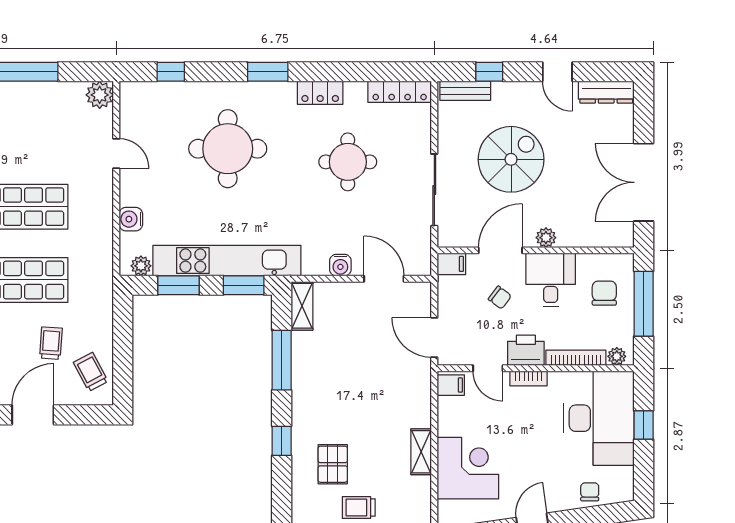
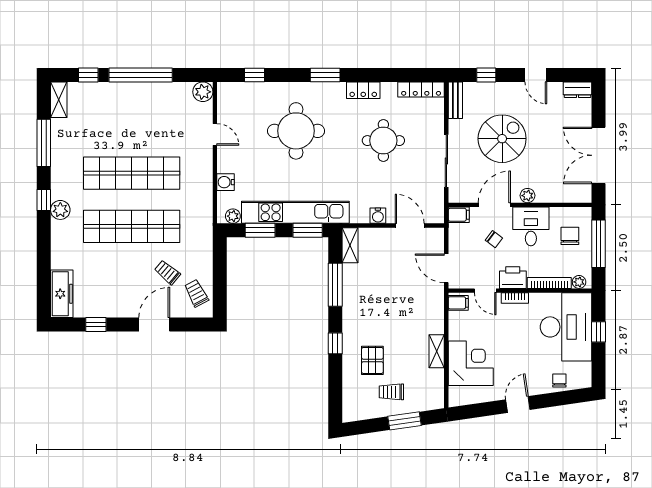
bench: (465, 91) -> (455, 100), moved, turned 90
dresser: (606, 92) -> (578, 90), width x0.70
trolley: (51, 343) -> (167, 272), turned -54

